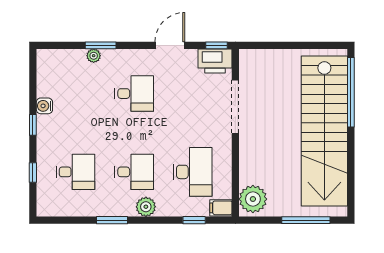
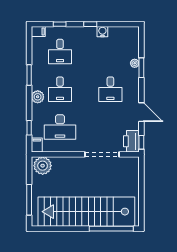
filing cabinet: (44, 206) -> (38, 32), added

